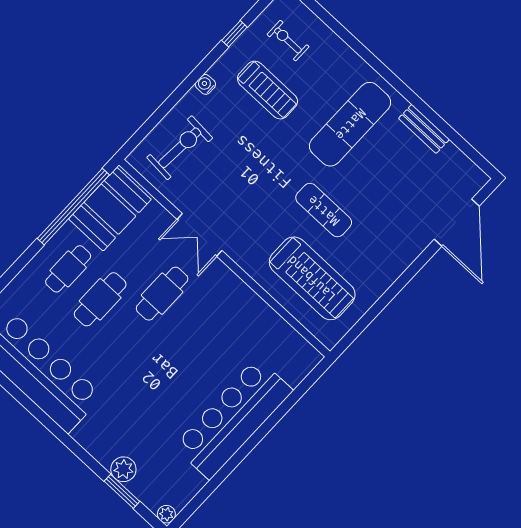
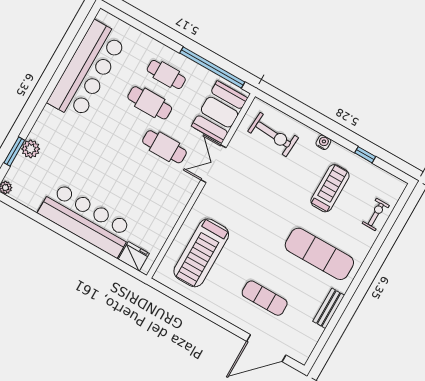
exercise bike: (288, 41) -> (376, 214), moved
treadmill: (267, 90) -> (330, 188), turned 180
booth: (110, 209) -> (220, 112), moved, turned 90
exercise mat: (324, 210) -> (265, 298), moved, turned 90
fridge: (296, 368) -> (134, 256), added

